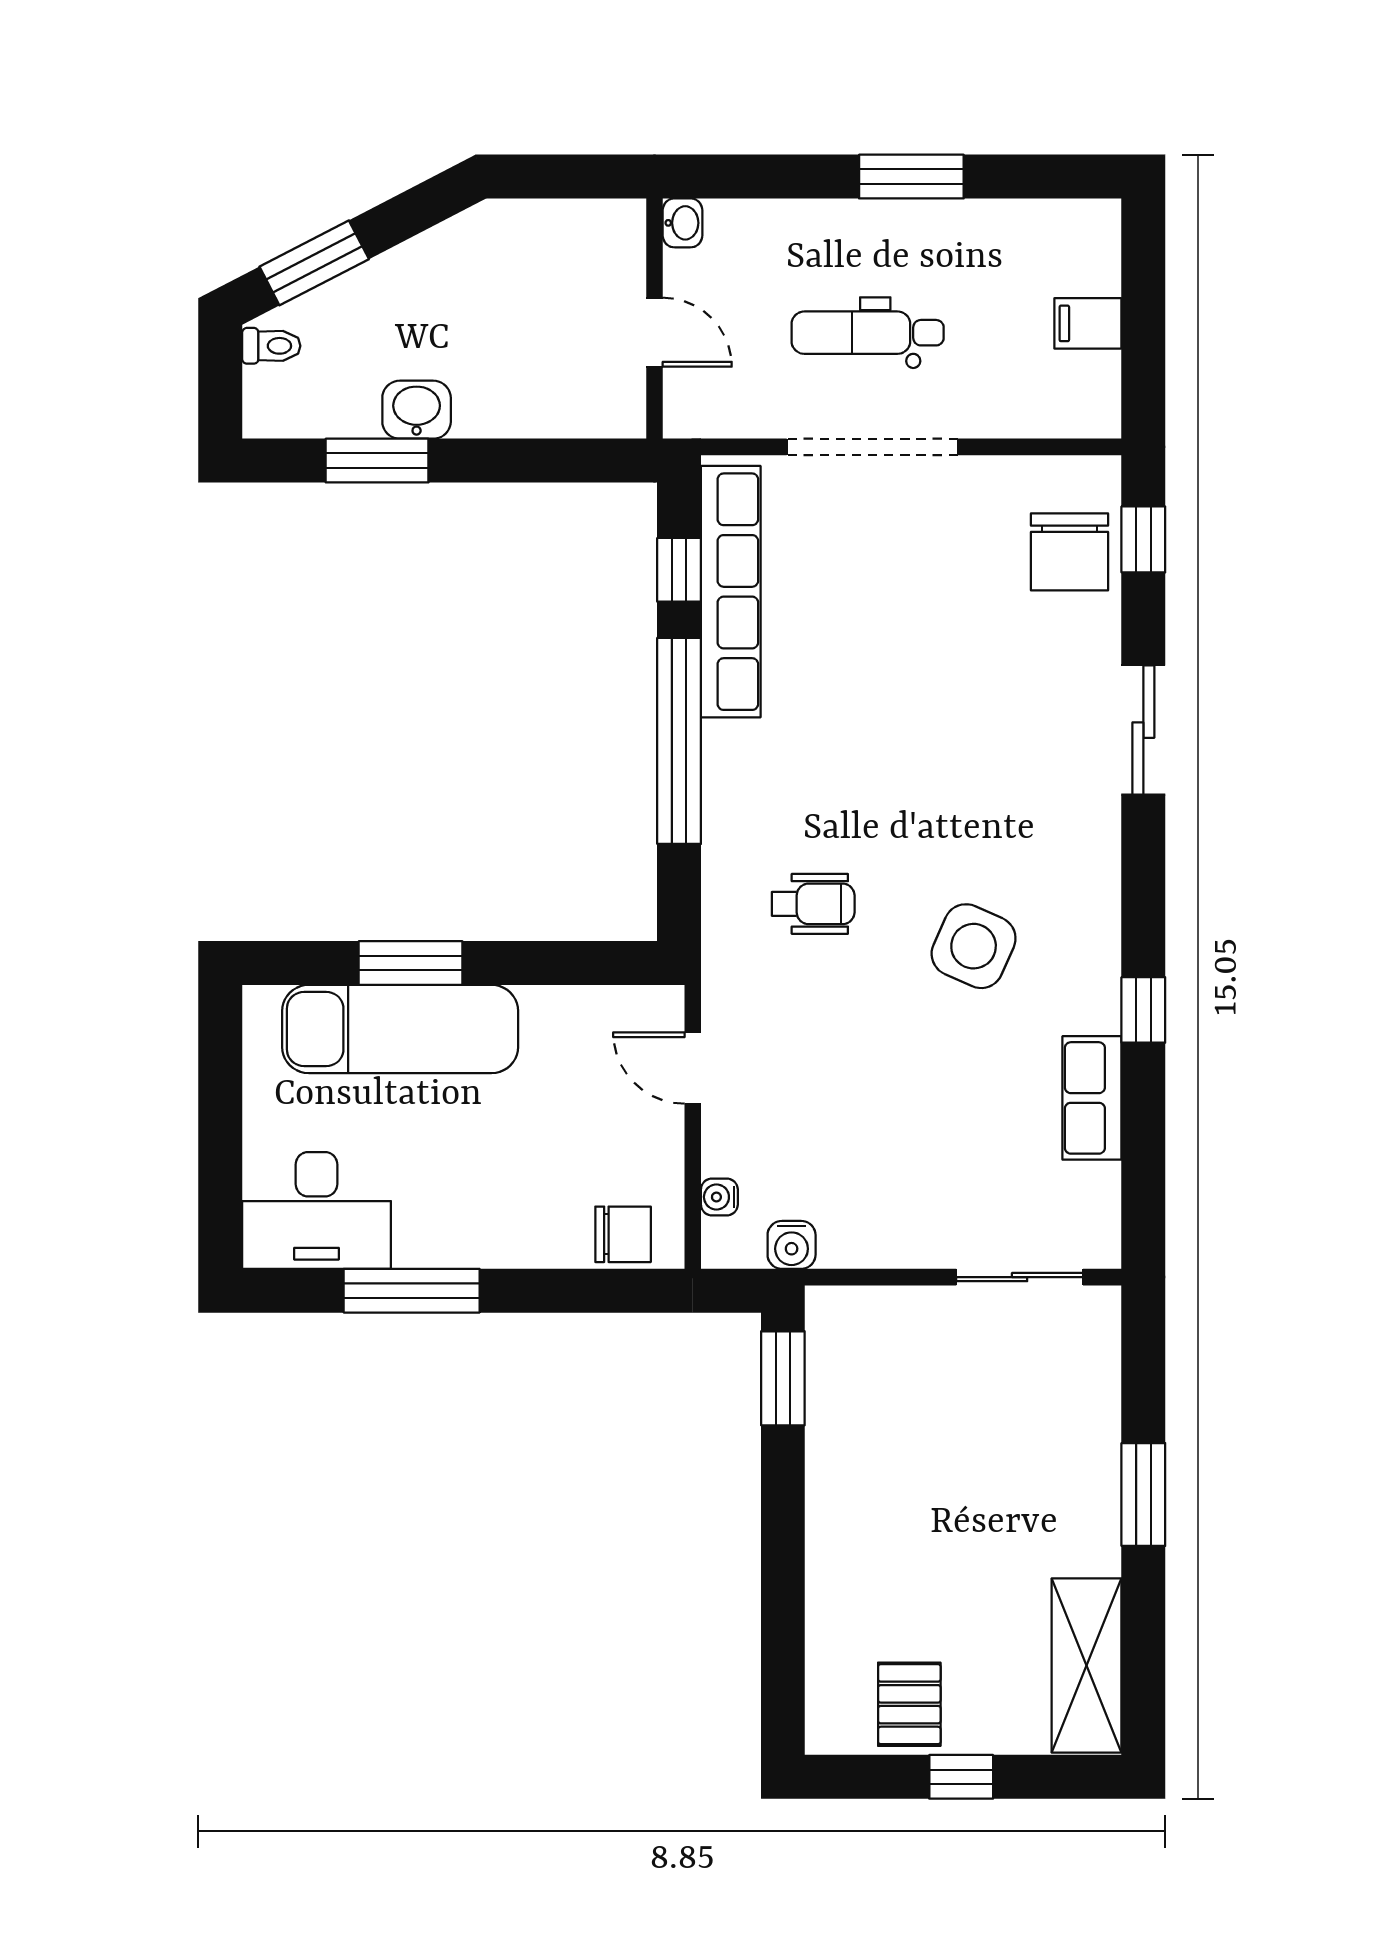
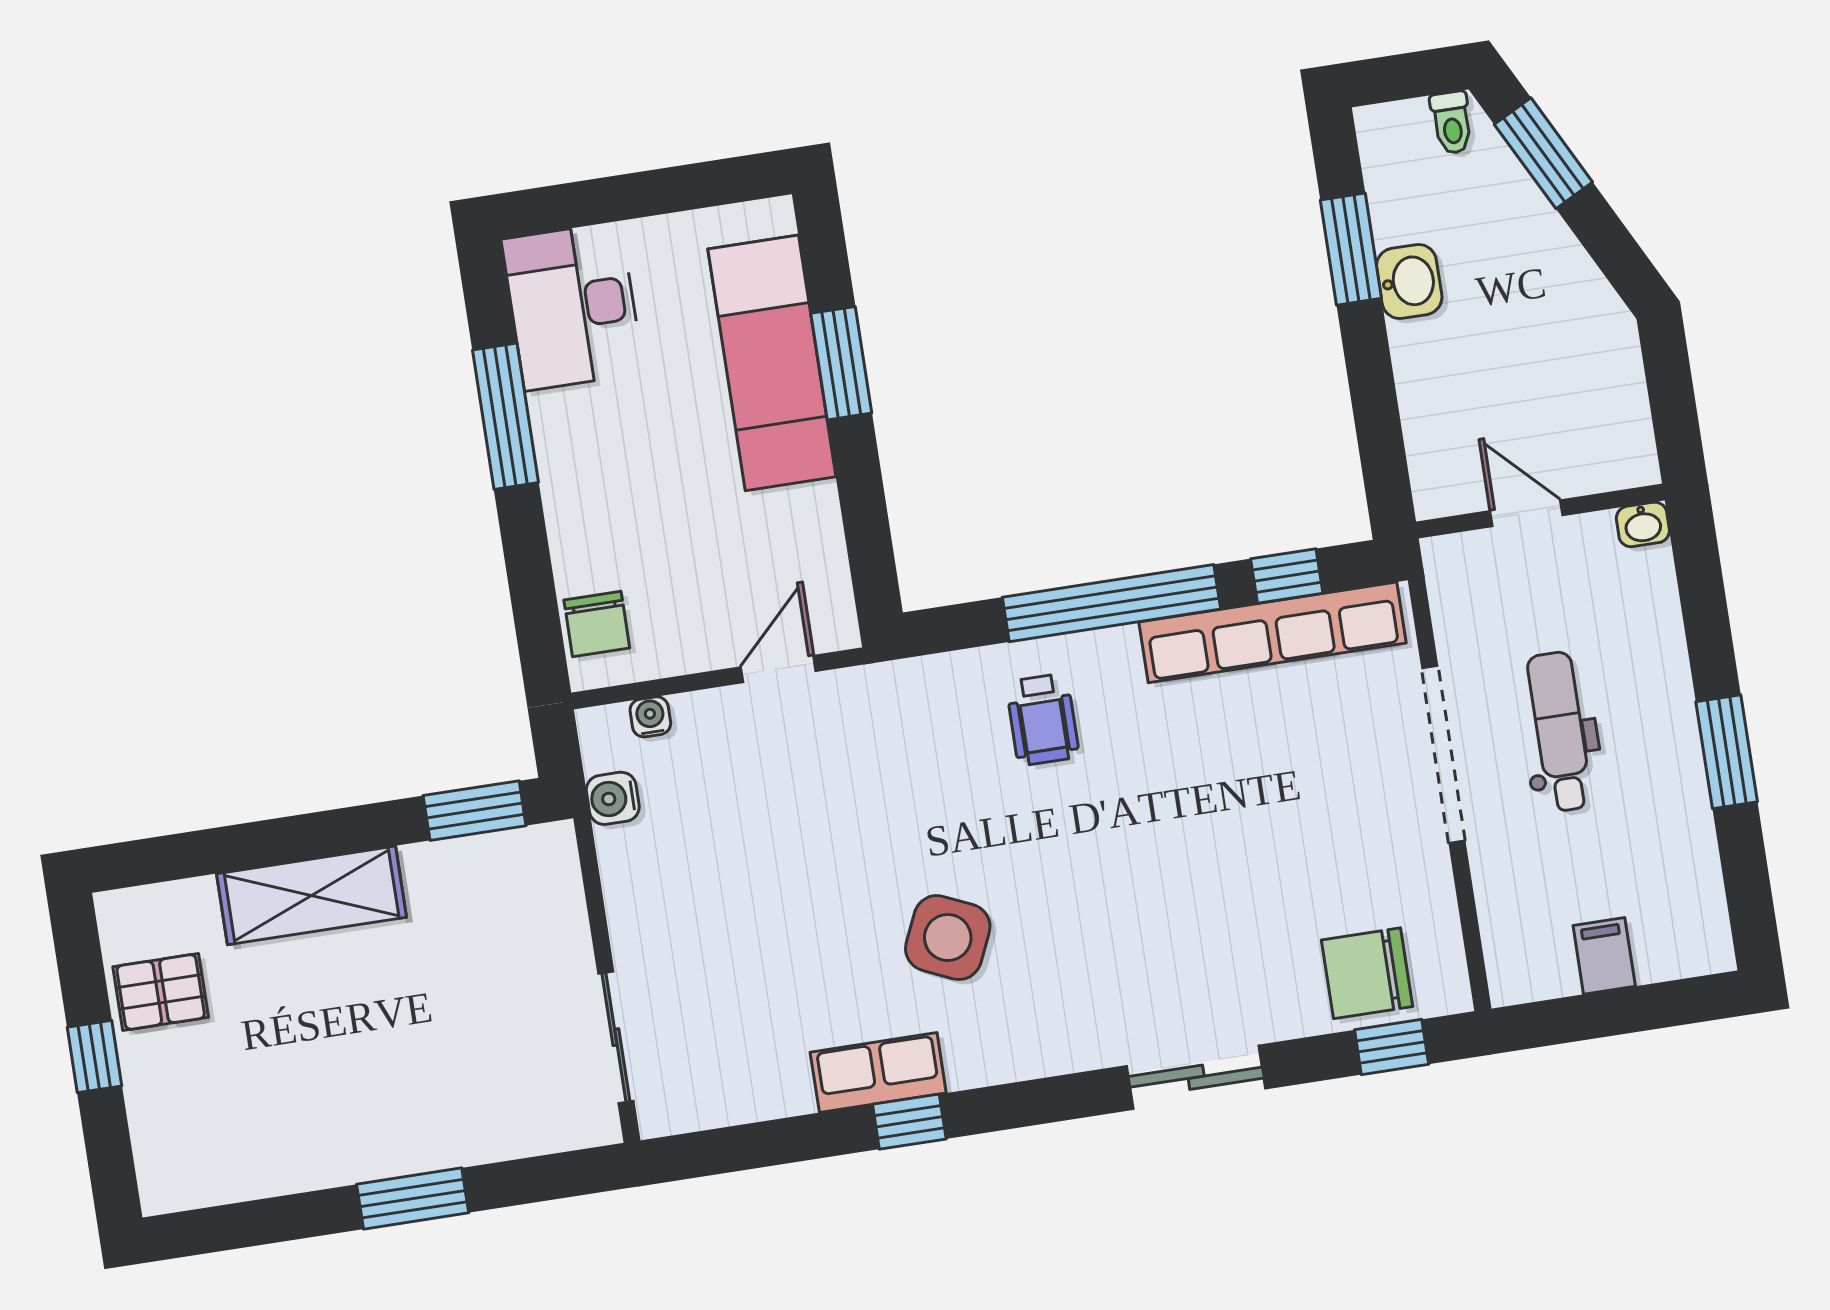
door: (655, 332) -> (1526, 513), swing flipped
wheelchair: (813, 904) -> (1042, 719), moved
row of seats: (1092, 1098) -> (878, 1073), moved
shelving: (1087, 1665) -> (312, 895), moved

